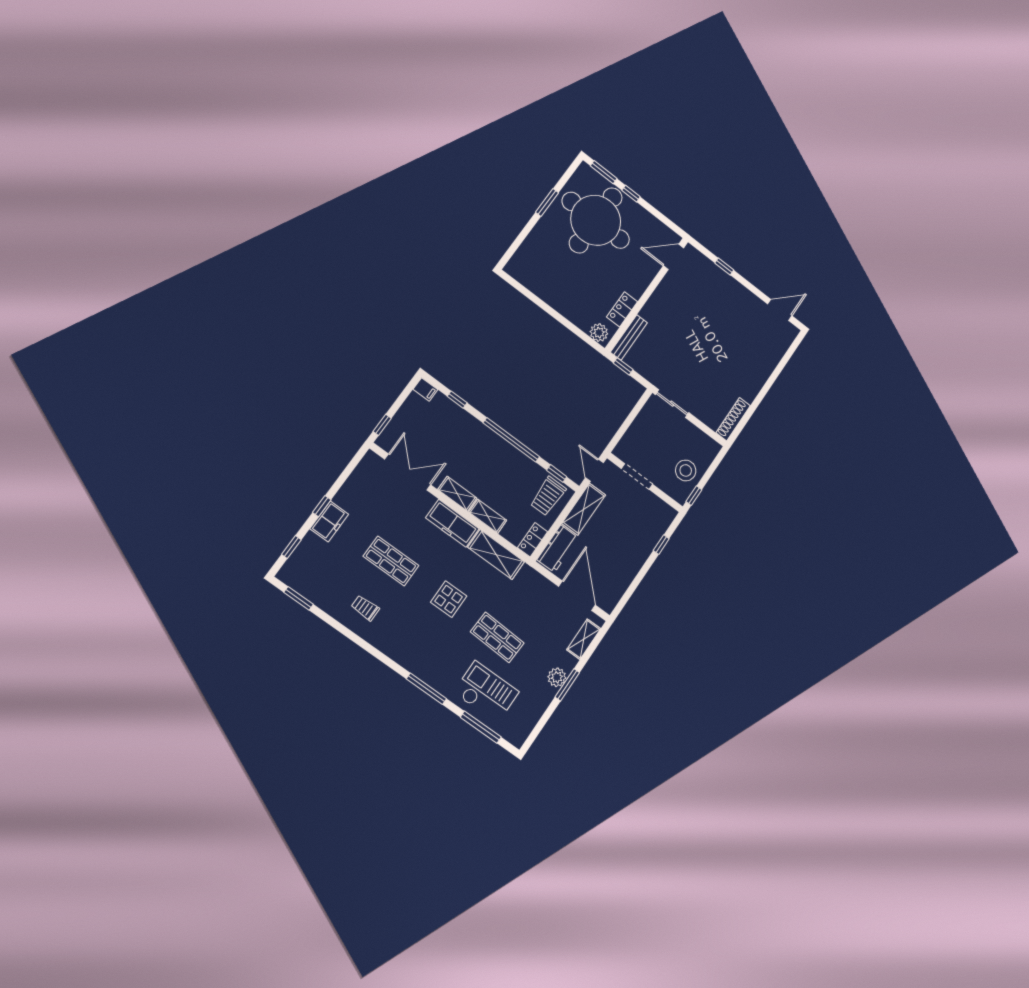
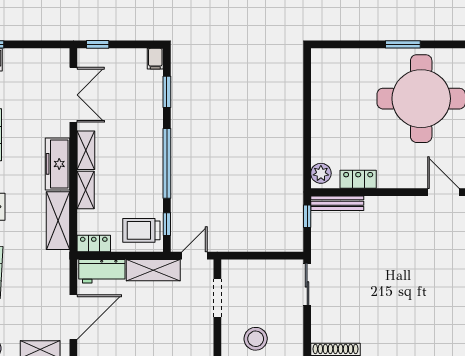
window: (457, 400) -> (167, 92), width x1.50

